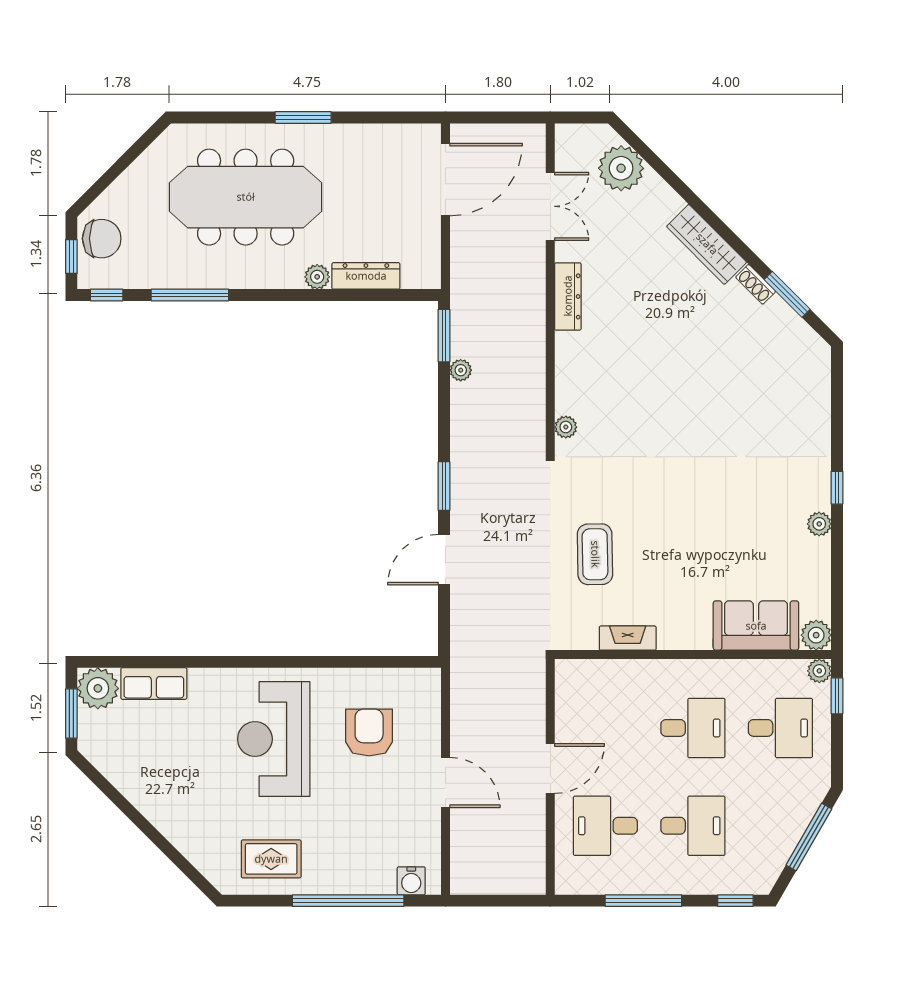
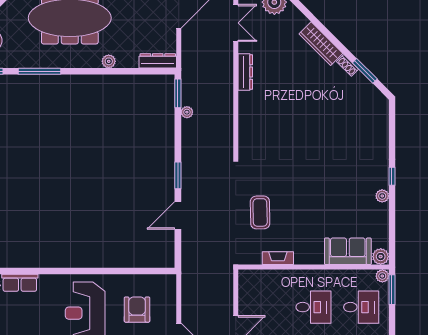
dresser: (366, 276) -> (158, 61), moved
plant: (566, 427) -> (244, 143), removed
window: (837, 696) -> (392, 290), width x1.50

